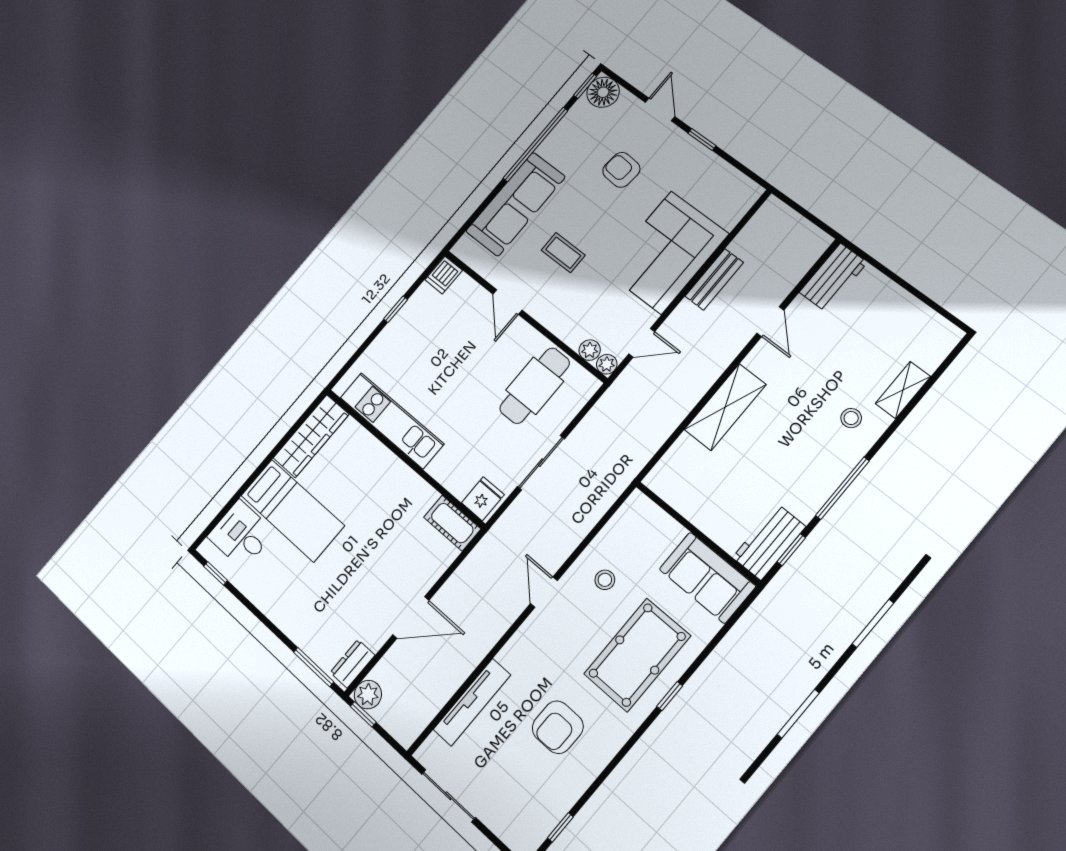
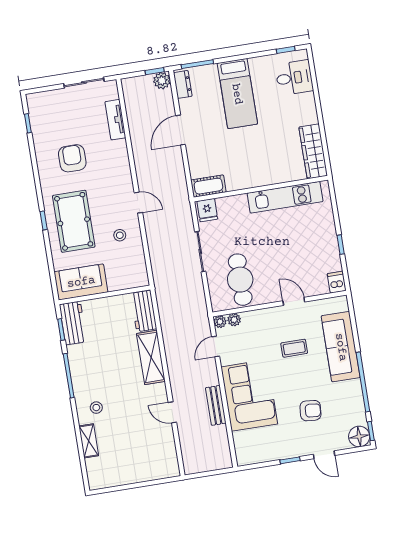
workbench: (833, 277) -> (144, 311), moved
bed: (292, 511) -> (237, 94), moved, turned -90
tv unit: (472, 702) -> (115, 120), width x0.71

